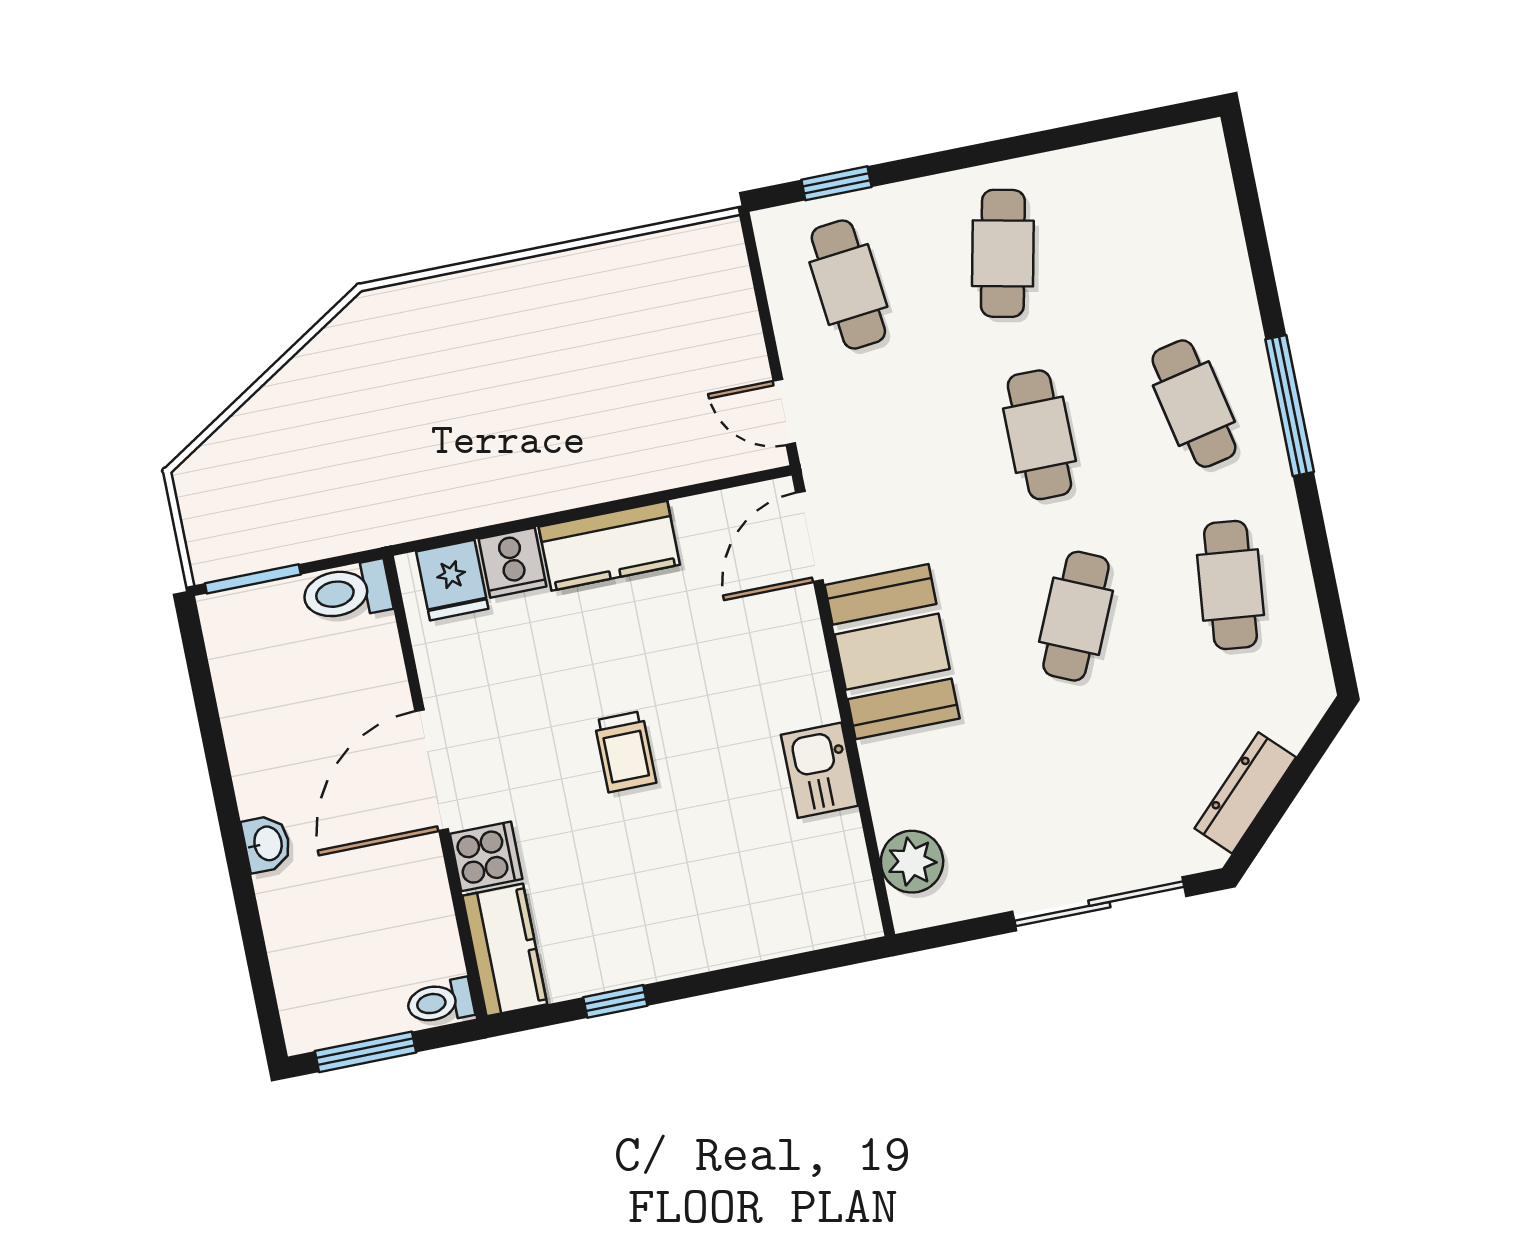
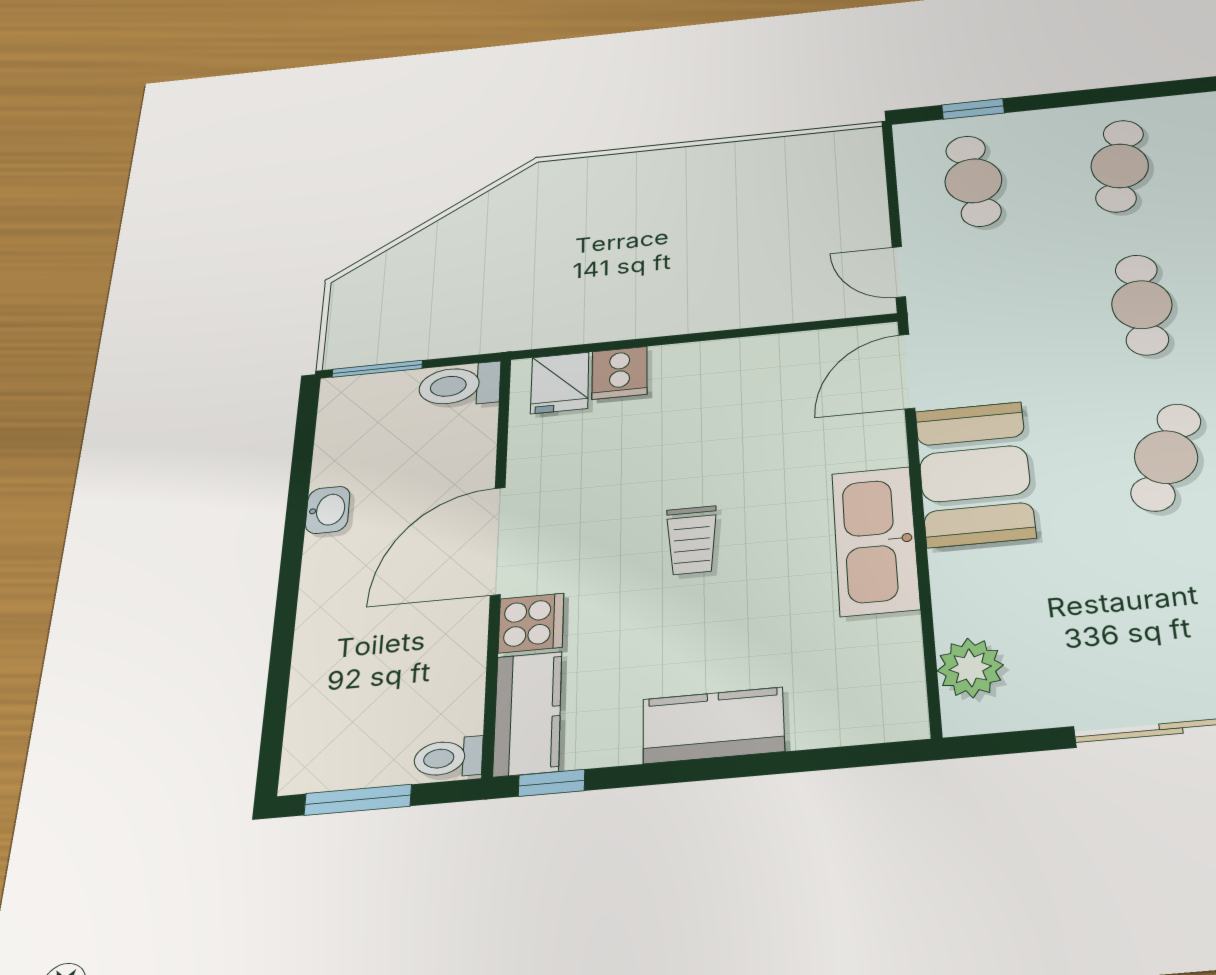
kitchen counter: (609, 546) -> (713, 725), moved, turned 180
kitchen sink: (820, 770) -> (875, 540), width x1.88, depth x1.24
washbasin: (267, 844) -> (328, 510), moved
window: (615, 1001) -> (551, 783), moved

